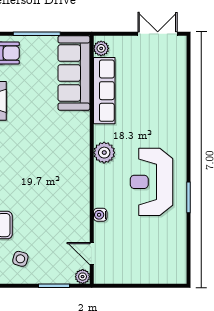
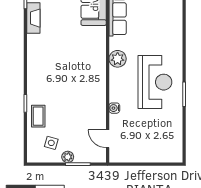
reception desk: (152, 182) -> (155, 82), turned 180
plant: (83, 277) -> (68, 157), moved

